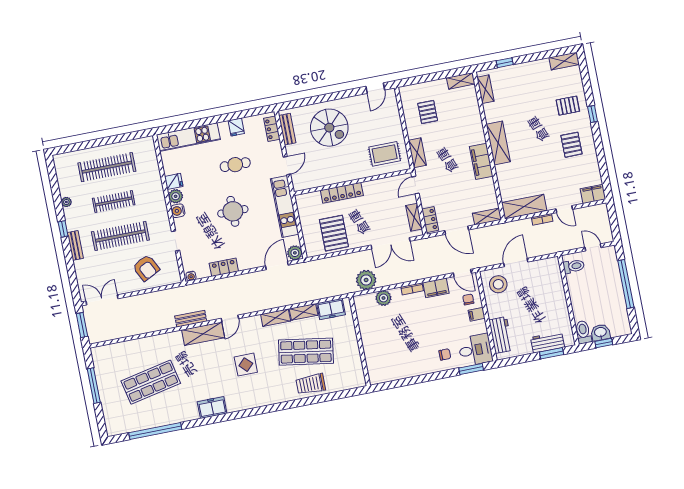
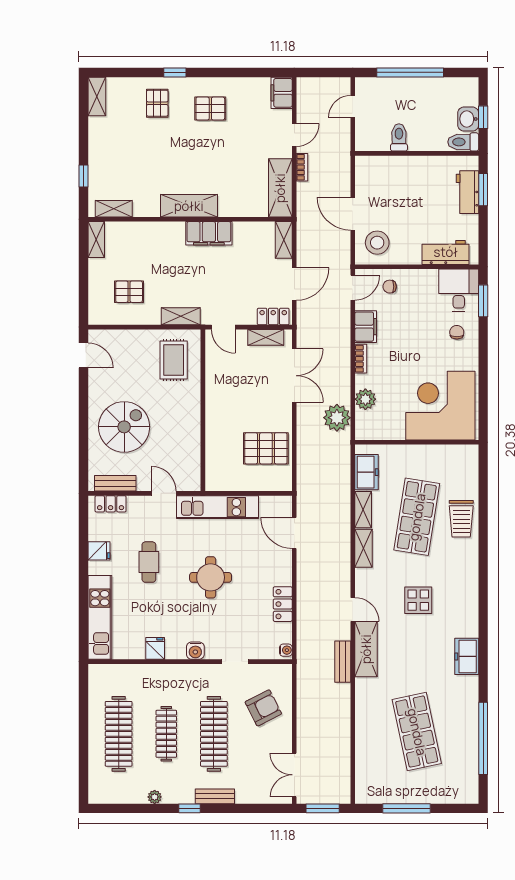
locker: (342, 193) -> (214, 427), removed
plant: (176, 196) -> (175, 650), removed
plant: (295, 253) -> (282, 506), removed
toilet: (574, 266) -> (399, 137), moved
filing cabinet: (477, 314) -> (412, 279), removed
corner desk: (390, 353) -> (440, 406), added

